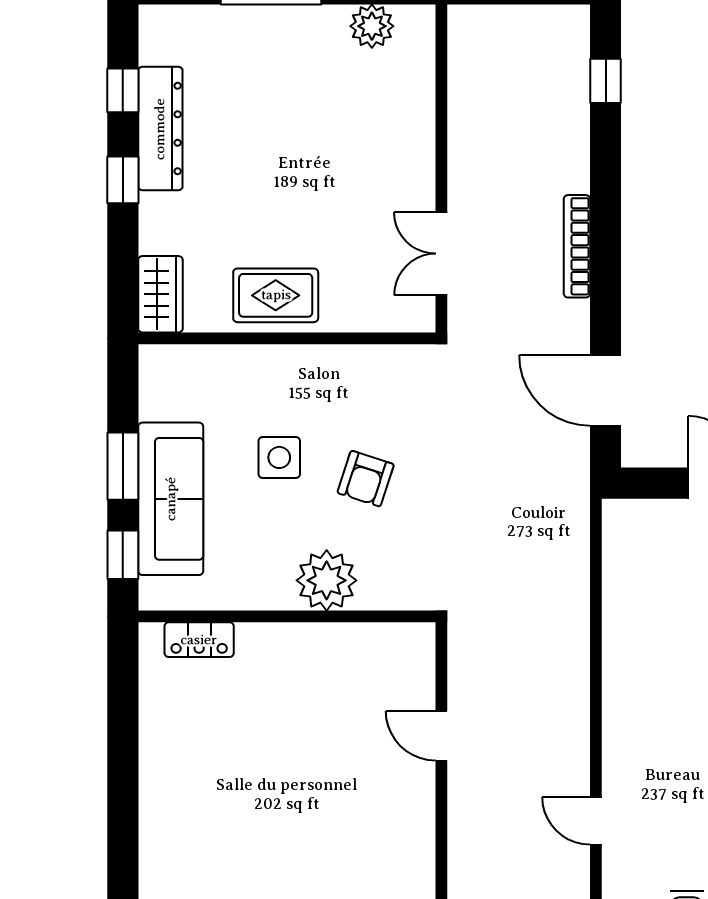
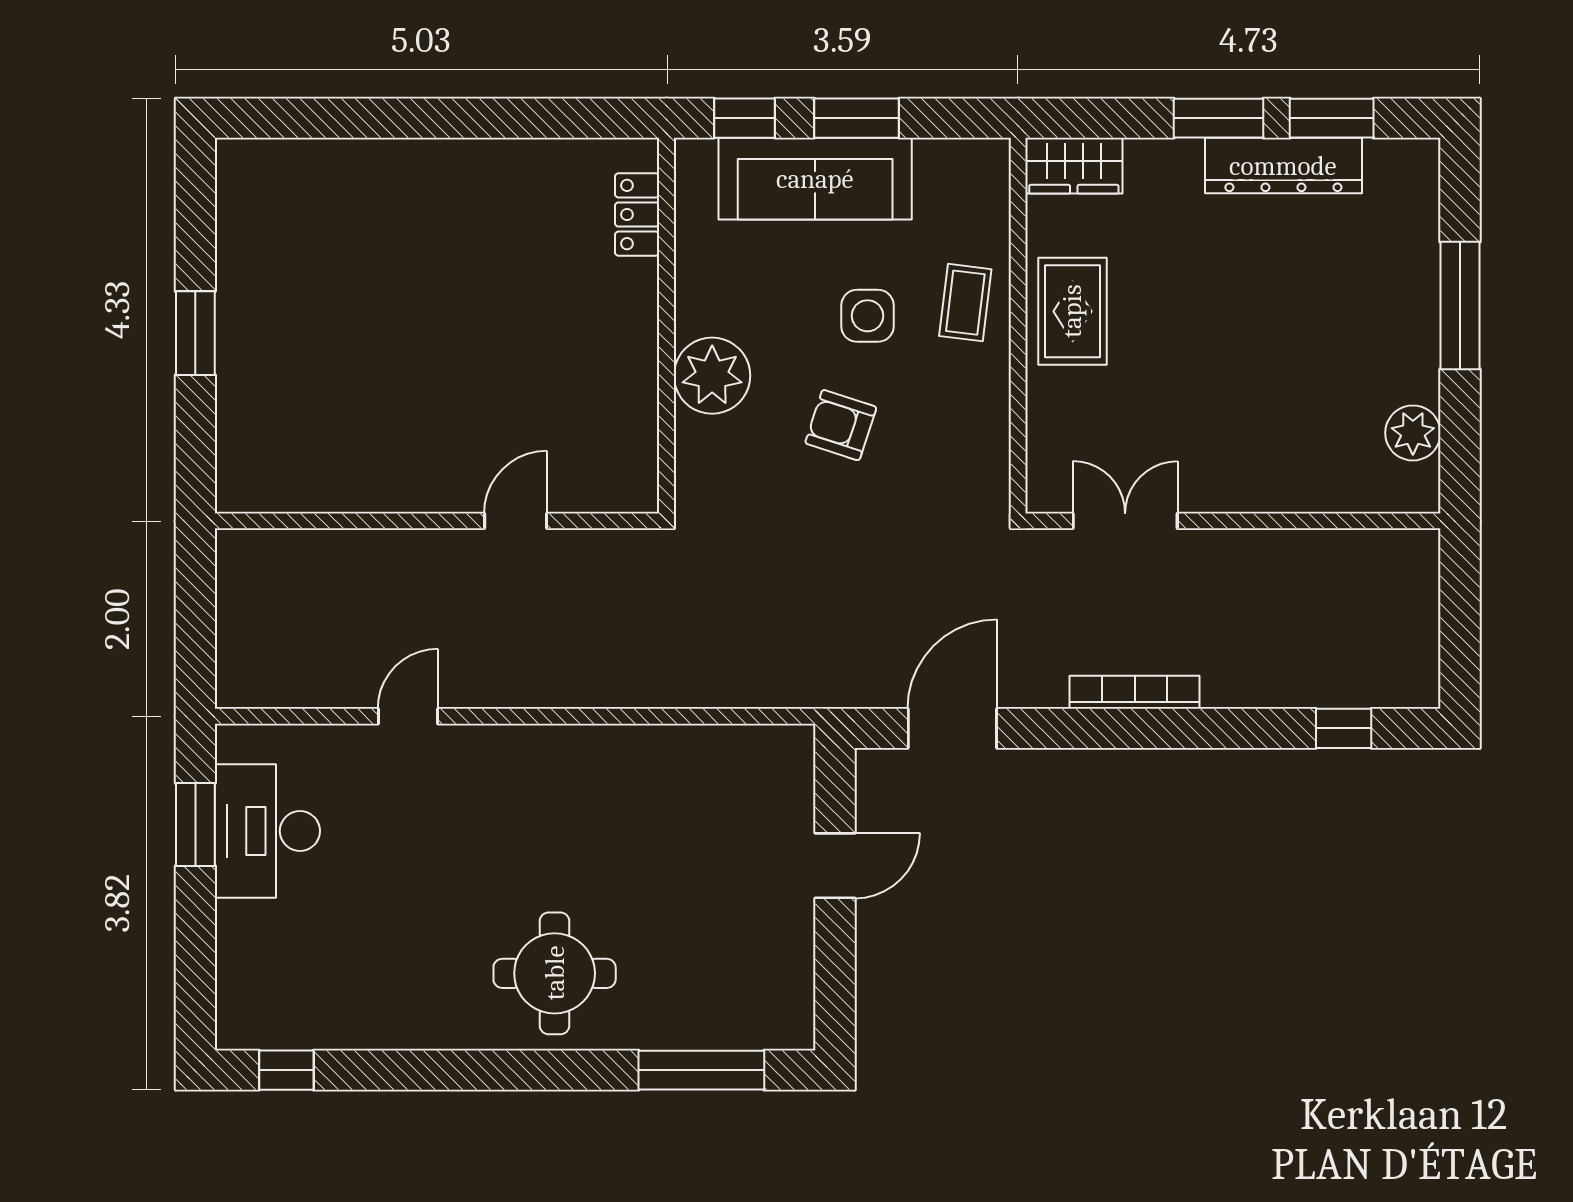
window: (123, 90) -> (1332, 118), width x1.50
window: (123, 180) -> (1218, 118), width x1.50
coffee table: (269, 380) -> (965, 303), added

